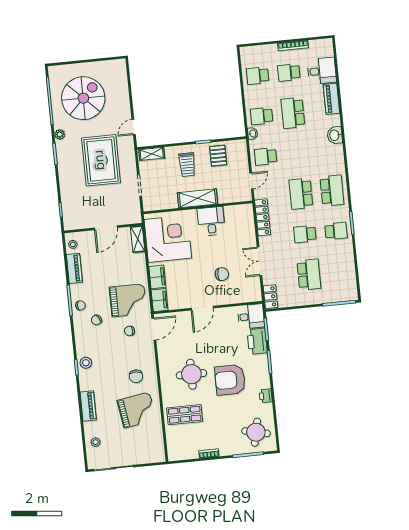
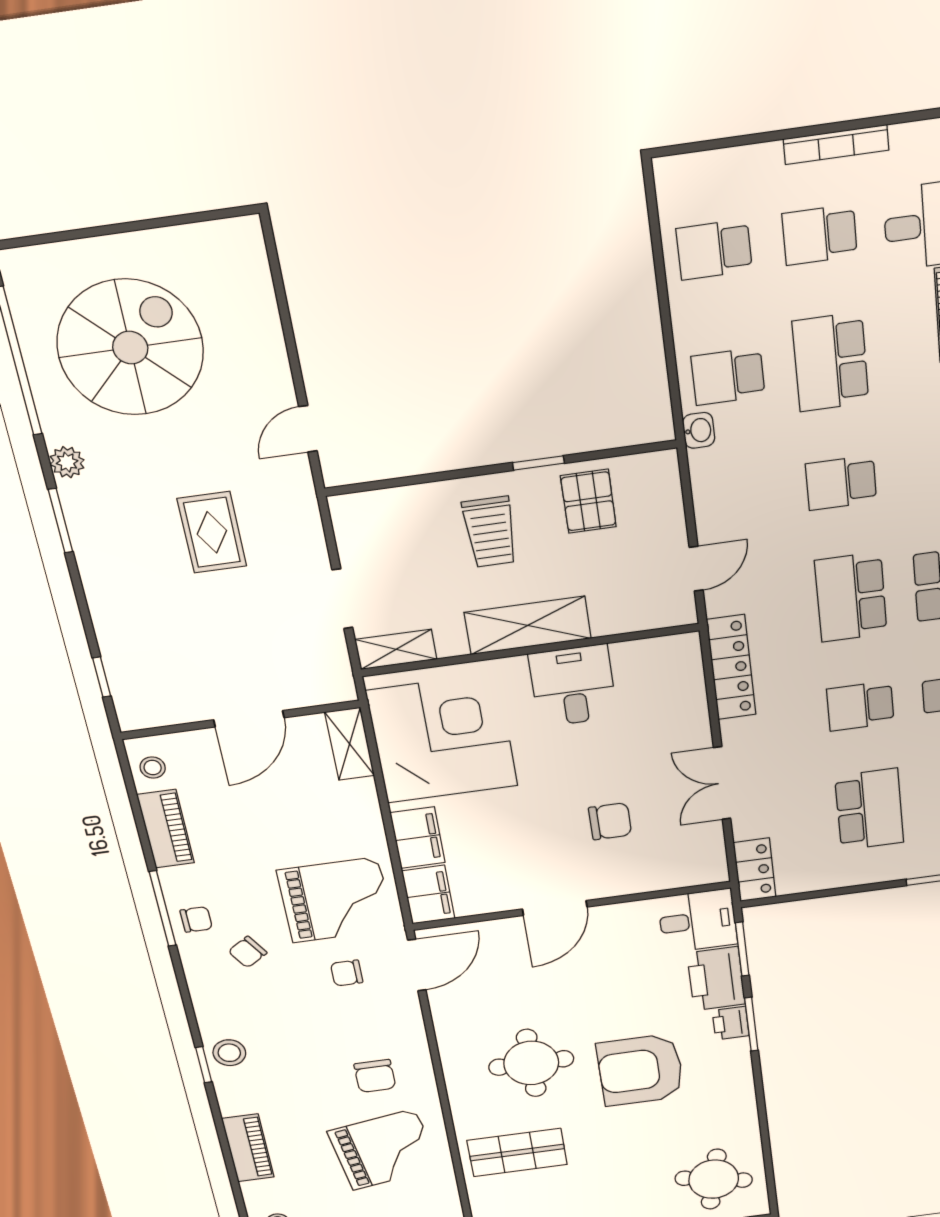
shelving: (152, 154) -> (396, 649), moved
school desk: (266, 156) -> (841, 483), moved
rug: (101, 160) -> (212, 532), width x0.54, depth x0.49
printer: (266, 396) -> (731, 1023), moved

